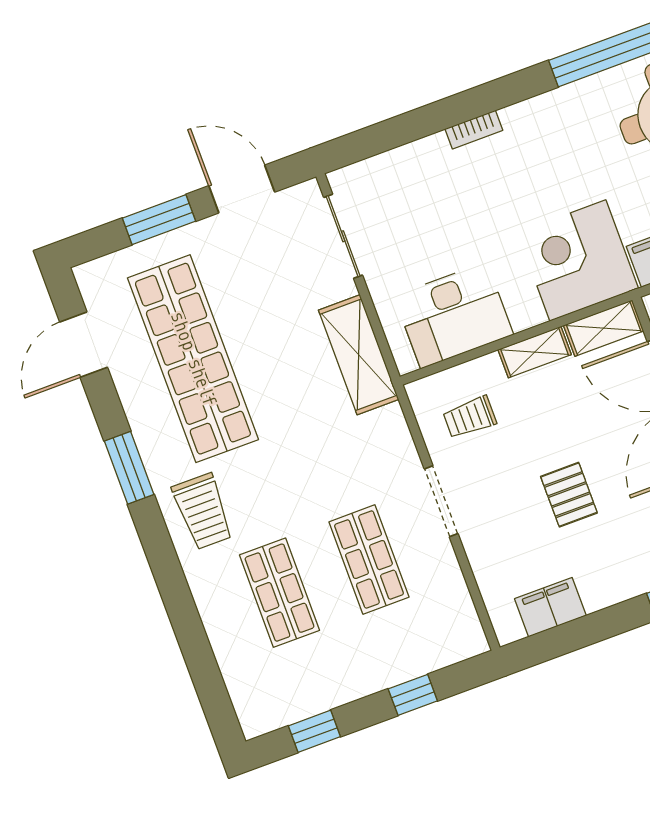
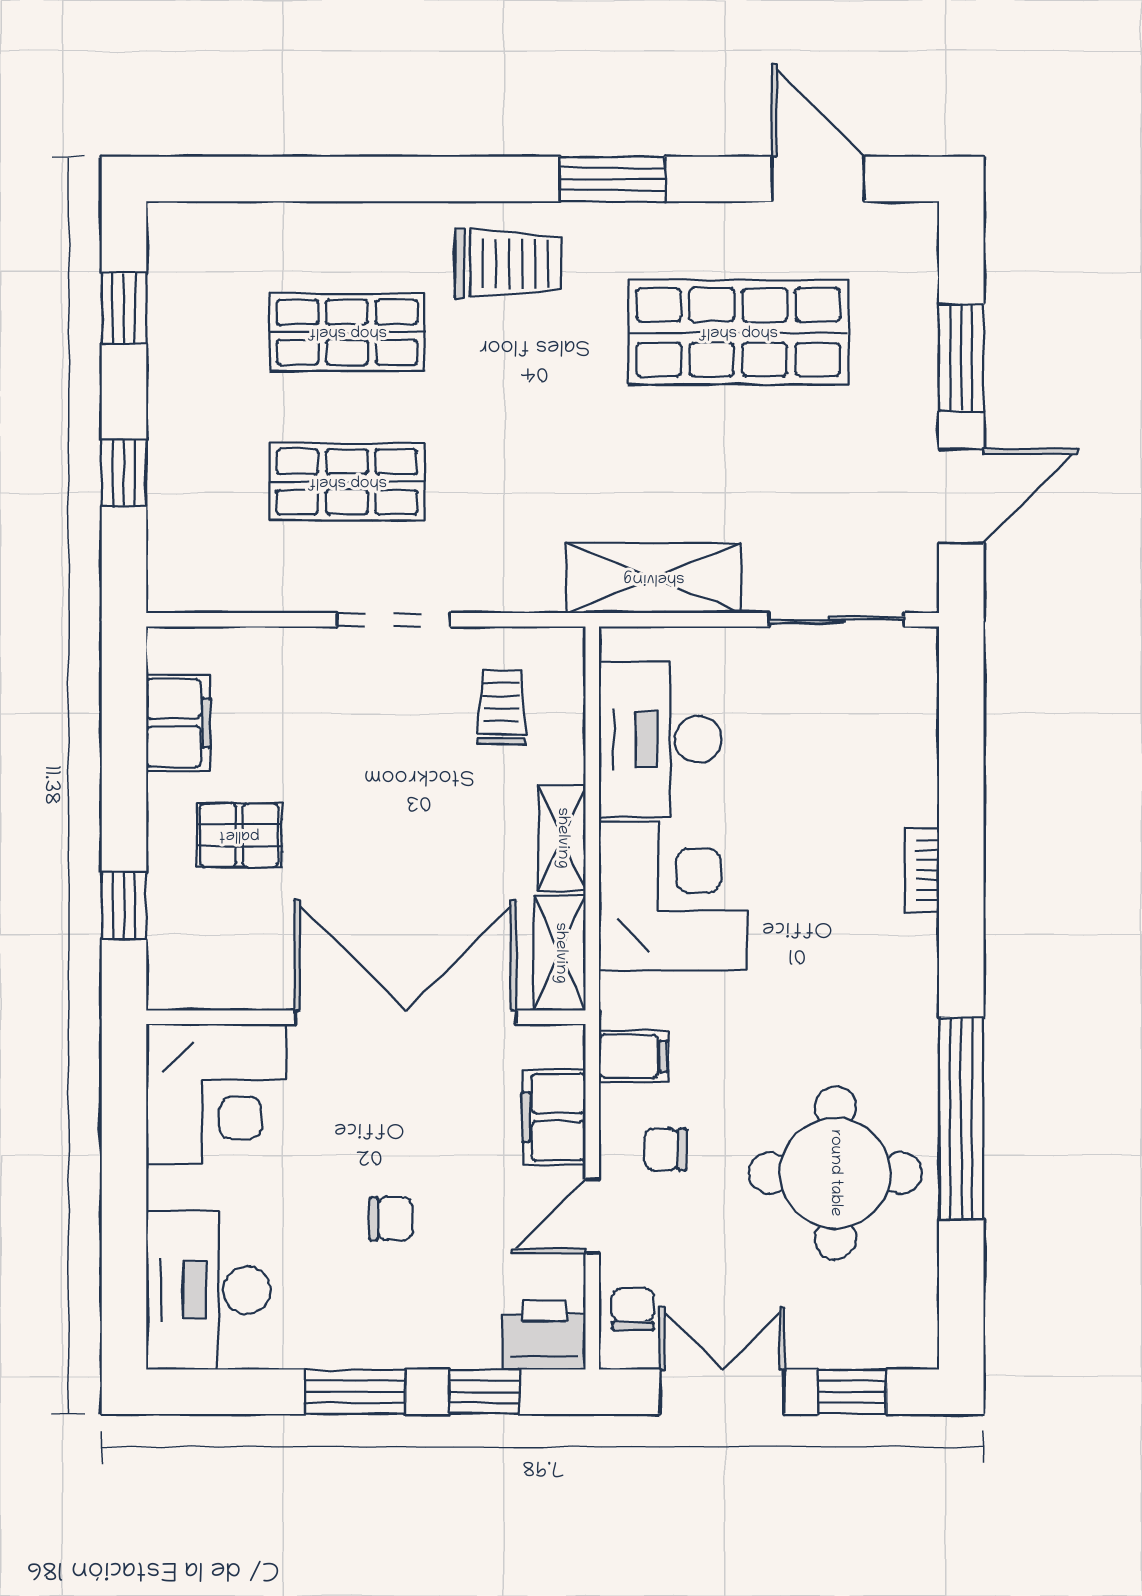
corner desk: (578, 261) -> (673, 896), moved
shop shelf: (193, 359) -> (738, 332), width x0.71
pallet: (569, 495) -> (239, 835), moved
trolley: (203, 511) -> (508, 264), turned 180

